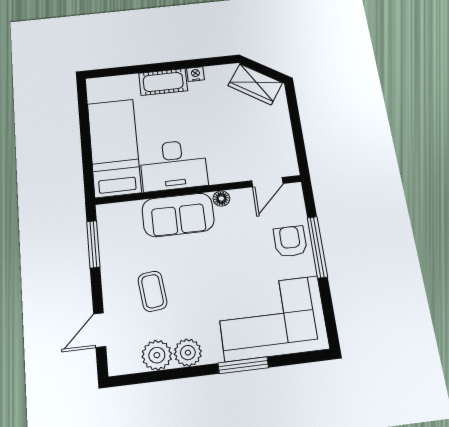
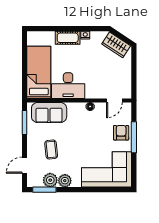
sofa: (178, 215) -> (49, 112), moved
window: (243, 365) -> (44, 190), moved

